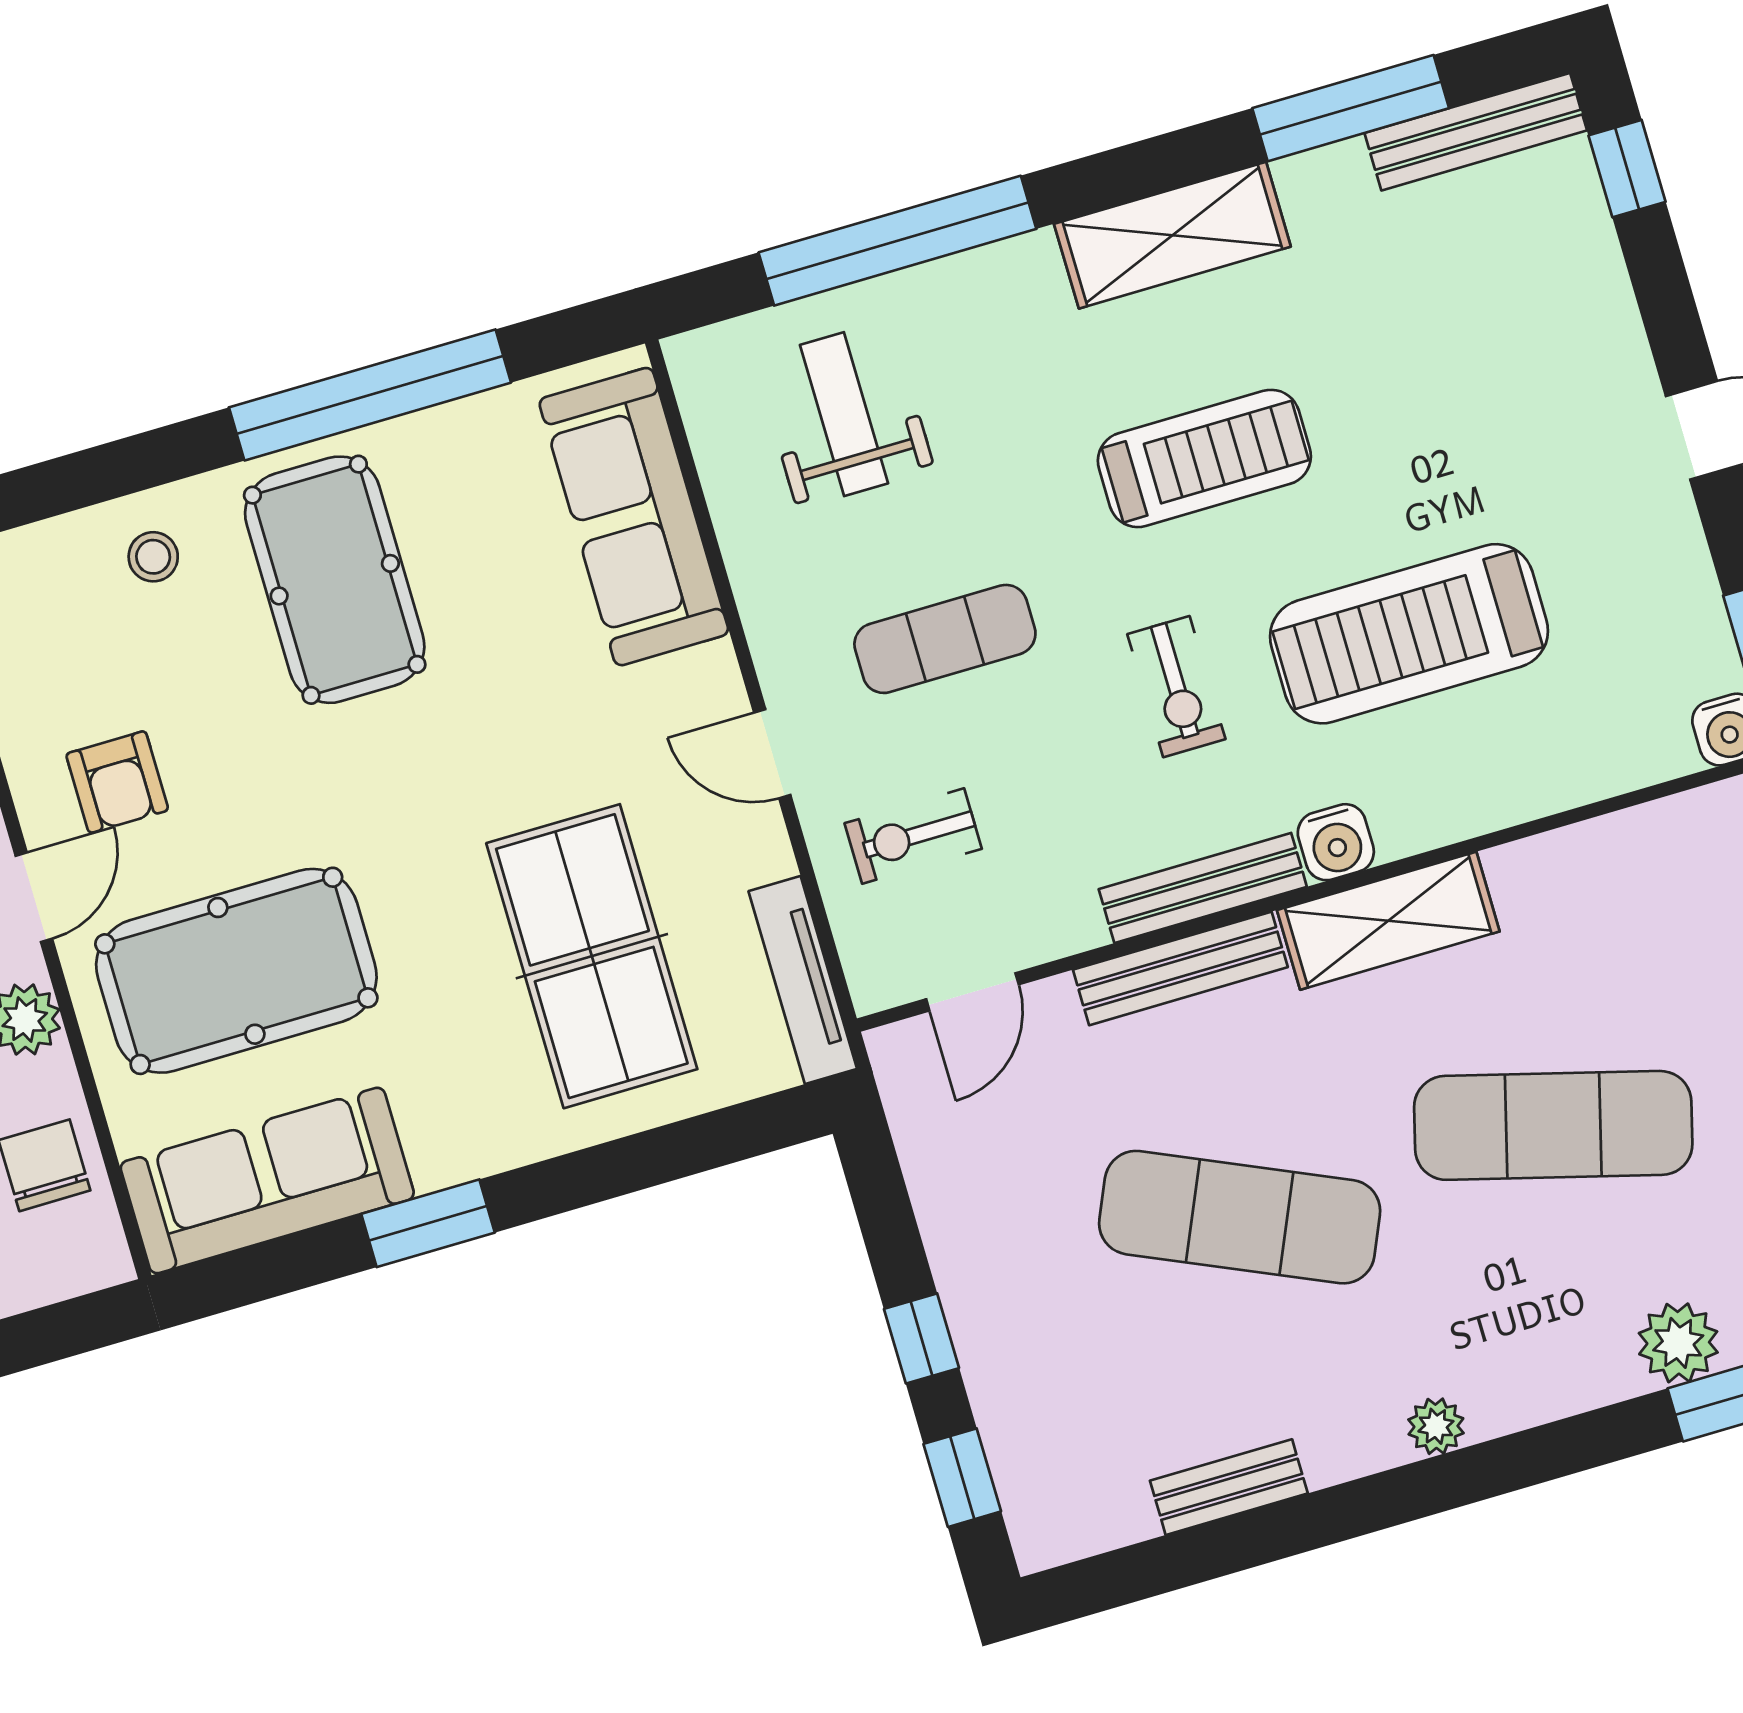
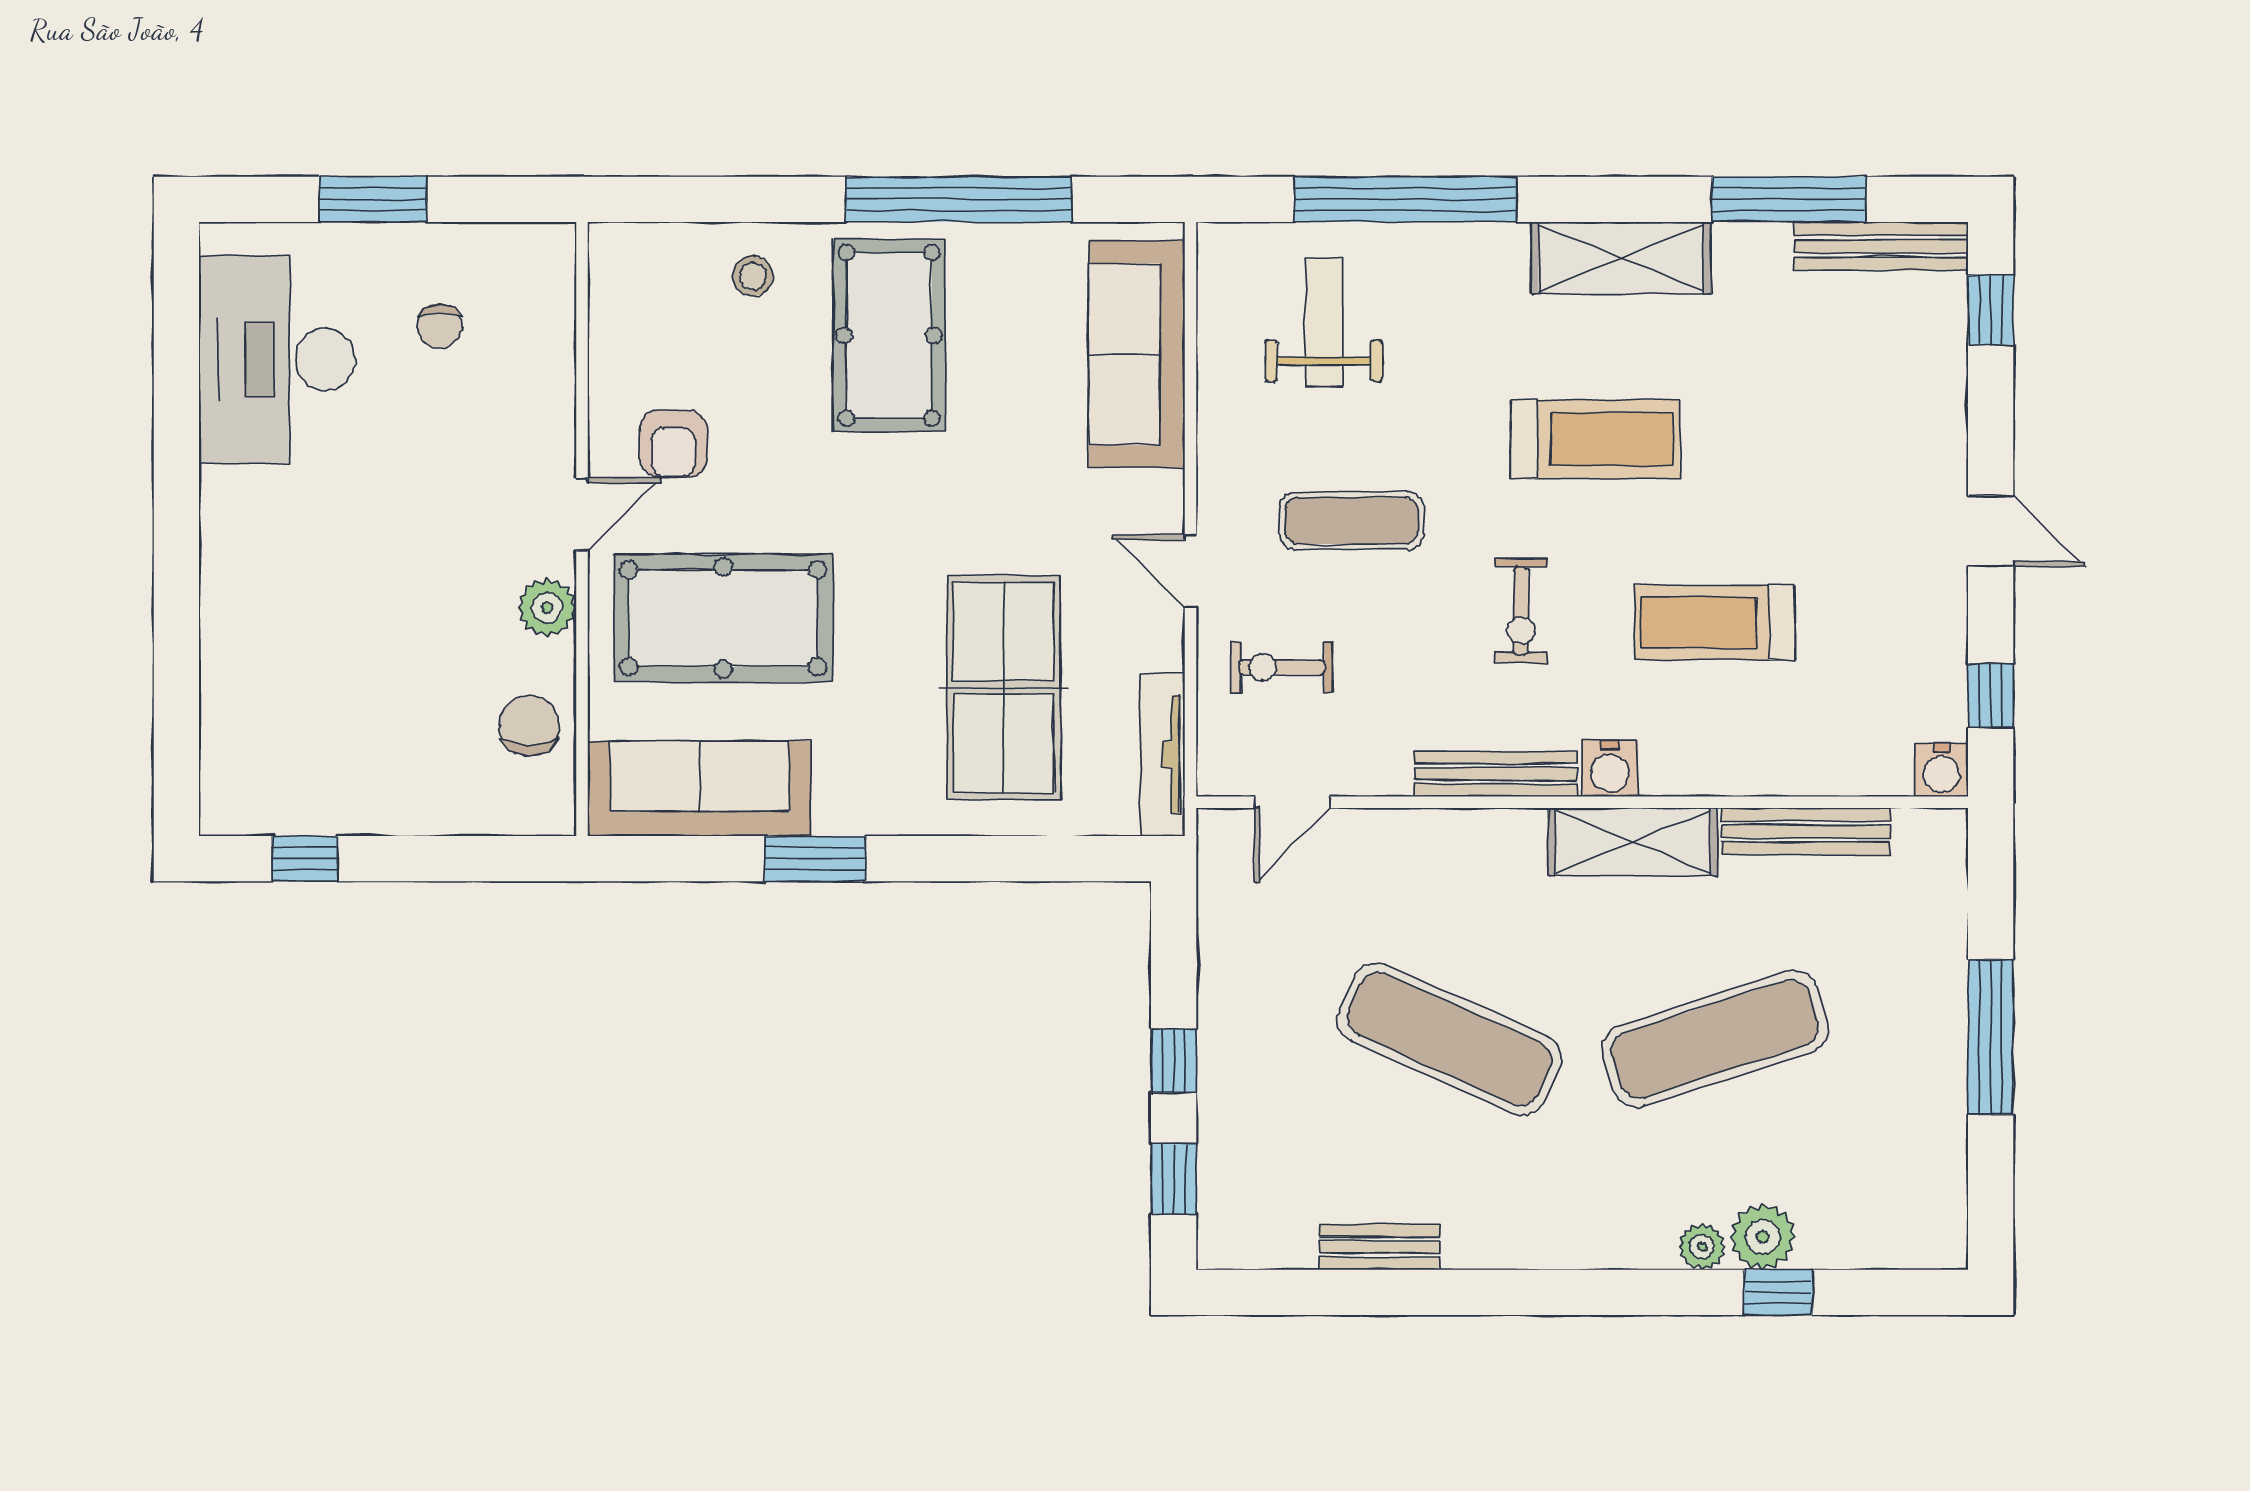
treadmill: (1409, 634) -> (1715, 623), width x0.73, depth x0.73
bench: (1180, 968) -> (1806, 831), moved
exercise mat: (1553, 1125) -> (1715, 1039), turned -33
plant: (1436, 1426) -> (1702, 1247), moved

